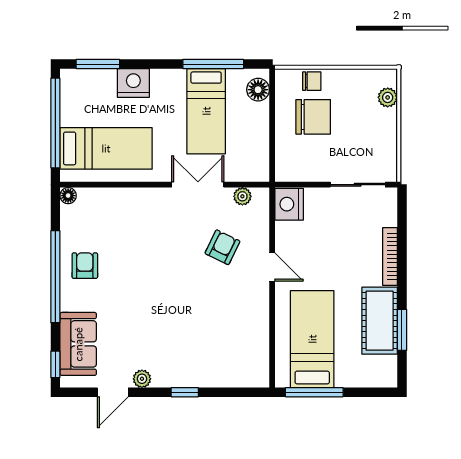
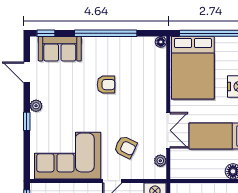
bed: (106, 148) -> (193, 68), width x1.50
armchair: (85, 266) -> (106, 85), moved
corner sofa: (235, 332) -> (68, 156), added
plant: (142, 379) -> (36, 106), moved

